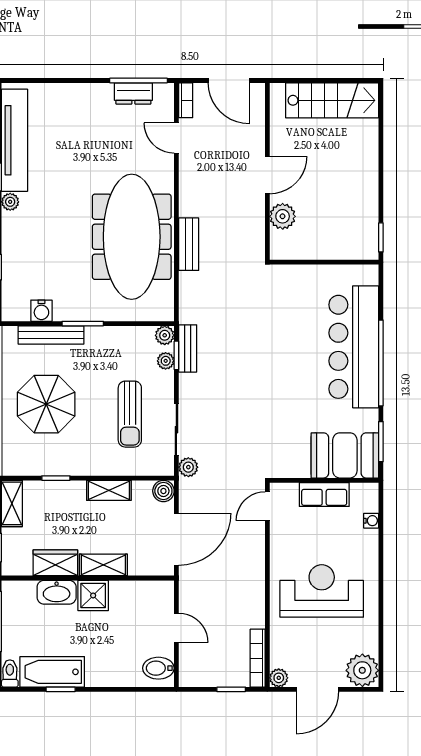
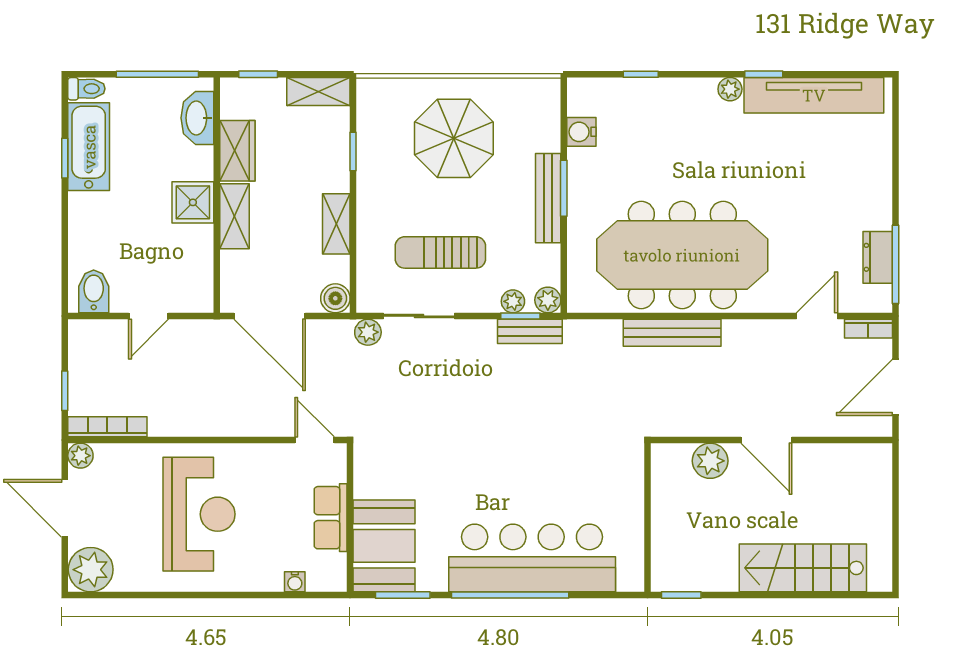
stairs: (332, 100) -> (803, 568), moved, turned 90
bench: (189, 244) -> (672, 333), width x1.36
bench: (51, 335) -> (548, 198), moved
washbasin: (57, 592) -> (197, 118), moved

